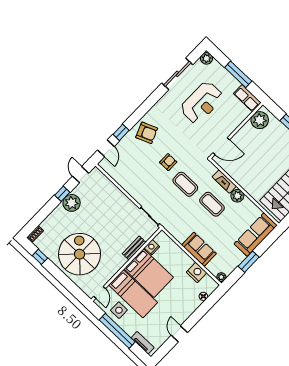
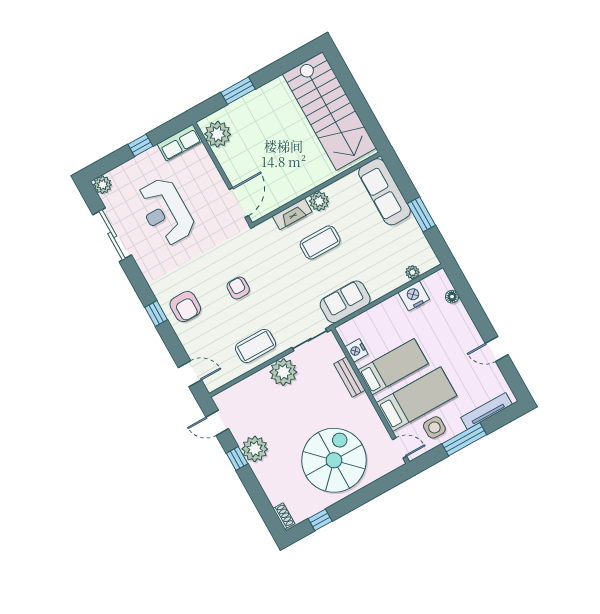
window: (238, 74) -> (140, 145), width x0.46
reception desk: (202, 103) -> (166, 212), turned 180
window: (121, 132) -> (156, 313), moved
armchair: (147, 133) -> (185, 307), turned 112
coffee table: (185, 184) -> (255, 346), moved
plant: (125, 206) -> (283, 372), added
sofa: (199, 249) -> (345, 302), moved
spiral stairs: (80, 254) -> (334, 460), turned 90
bed: (149, 273) -> (393, 367), width x0.67
plant: (221, 277) -> (412, 272), moved
window: (117, 331) -> (464, 439), width x0.68
tv unit: (143, 343) -> (487, 411), width x1.41

